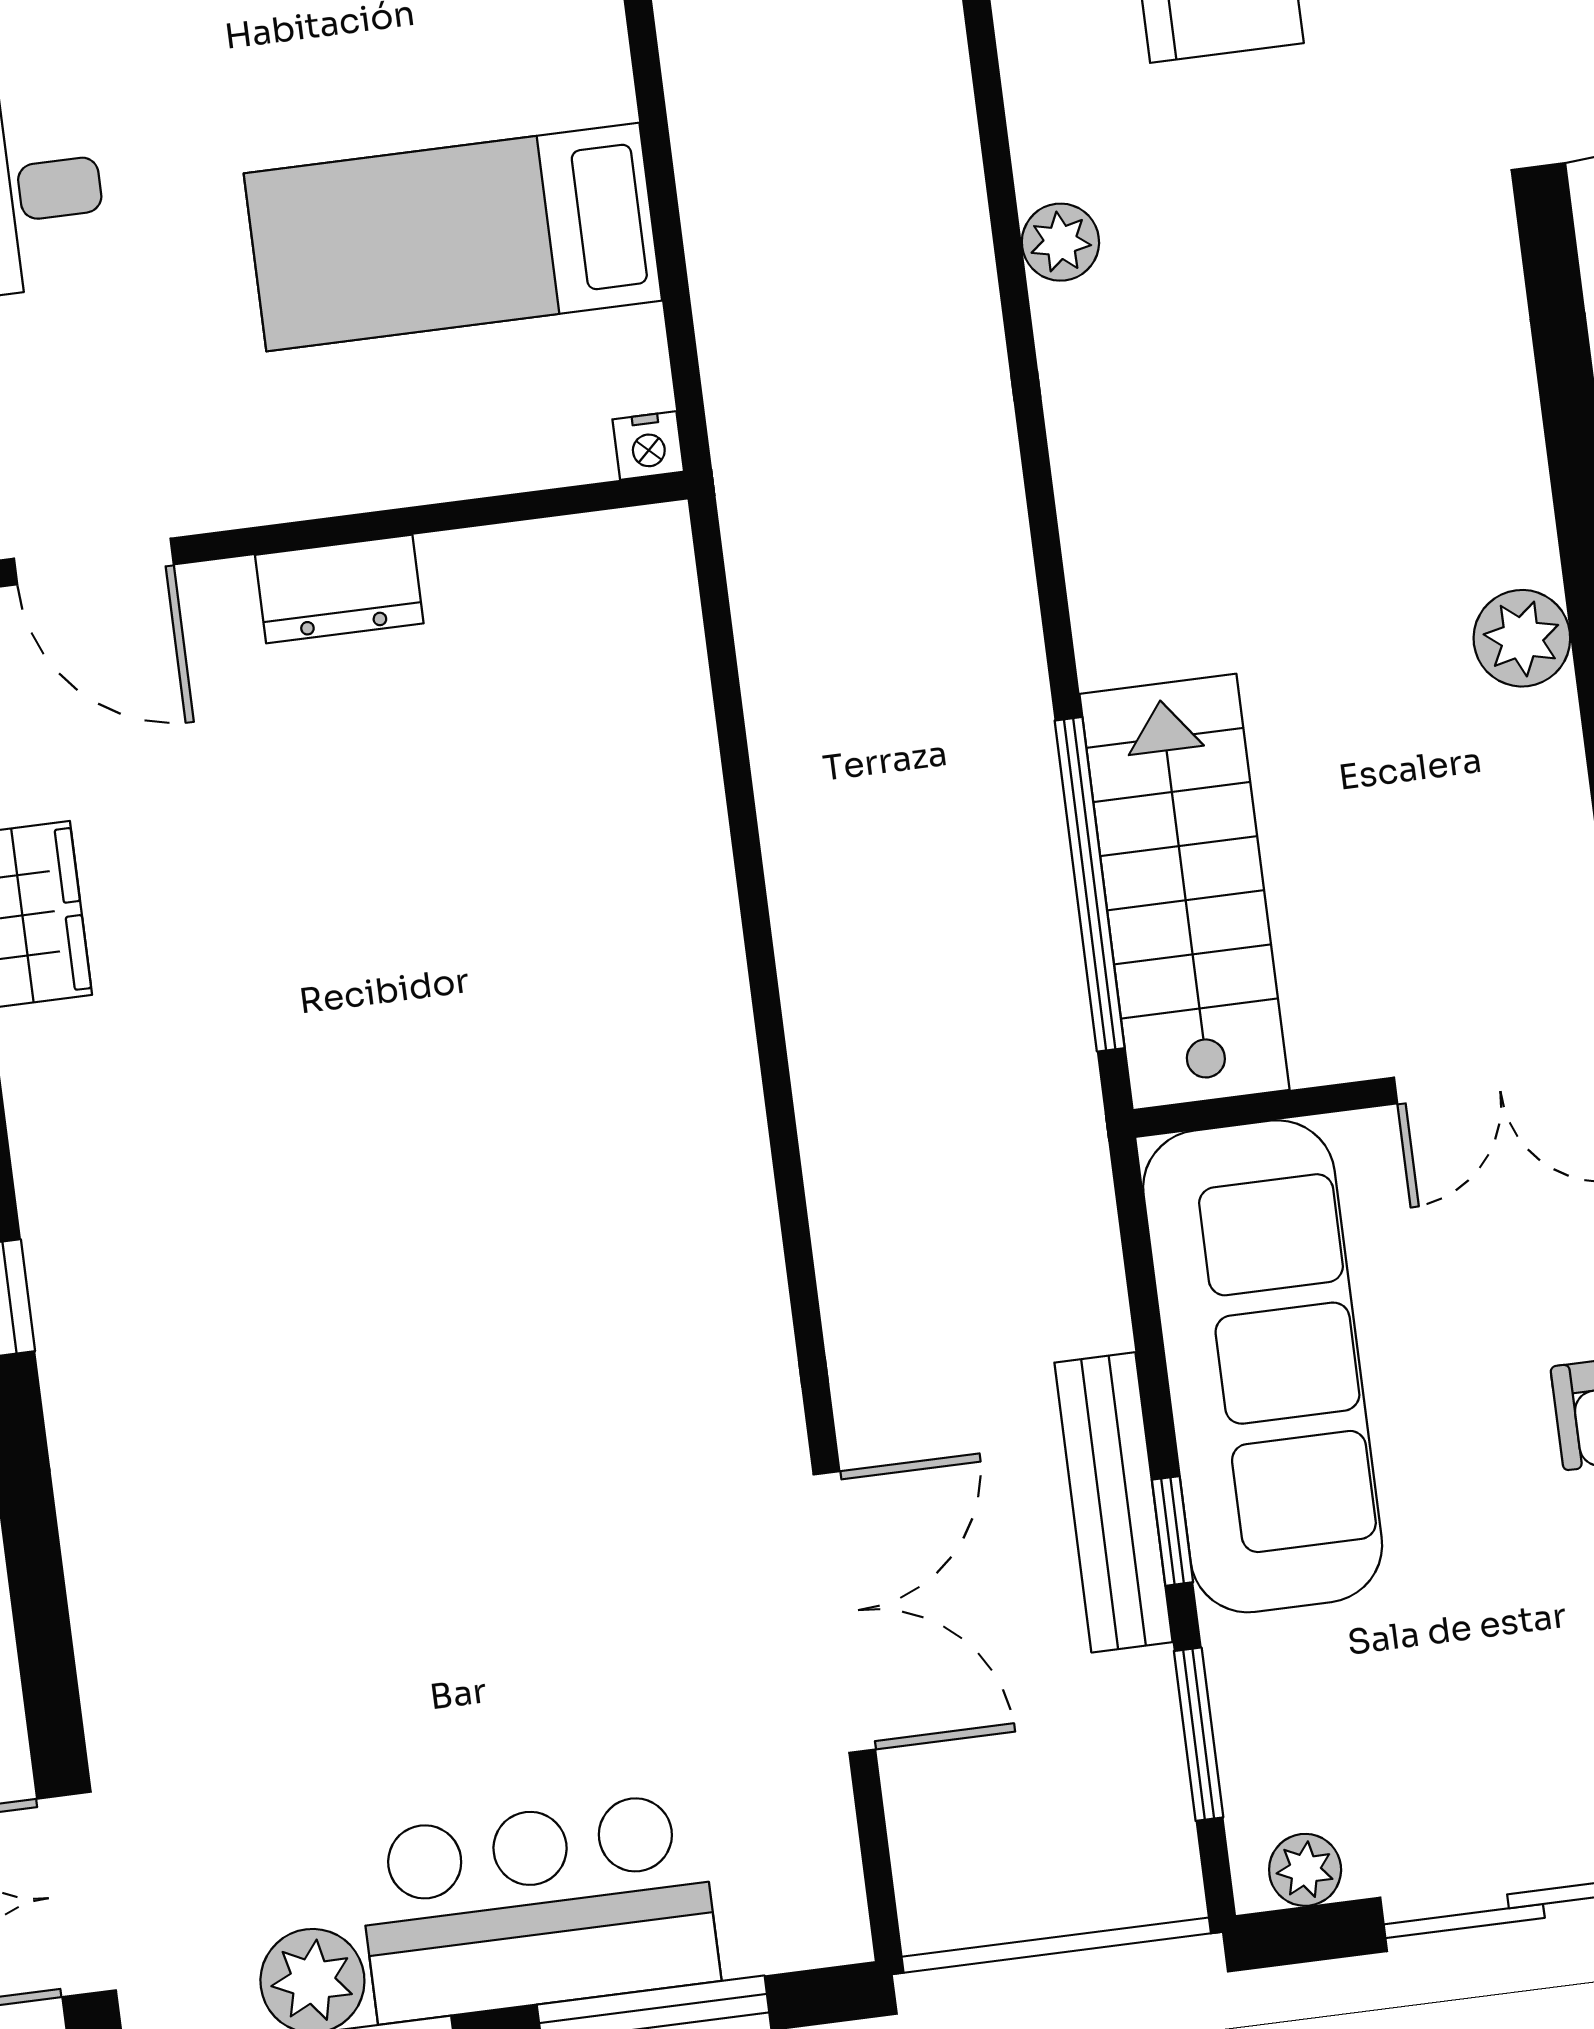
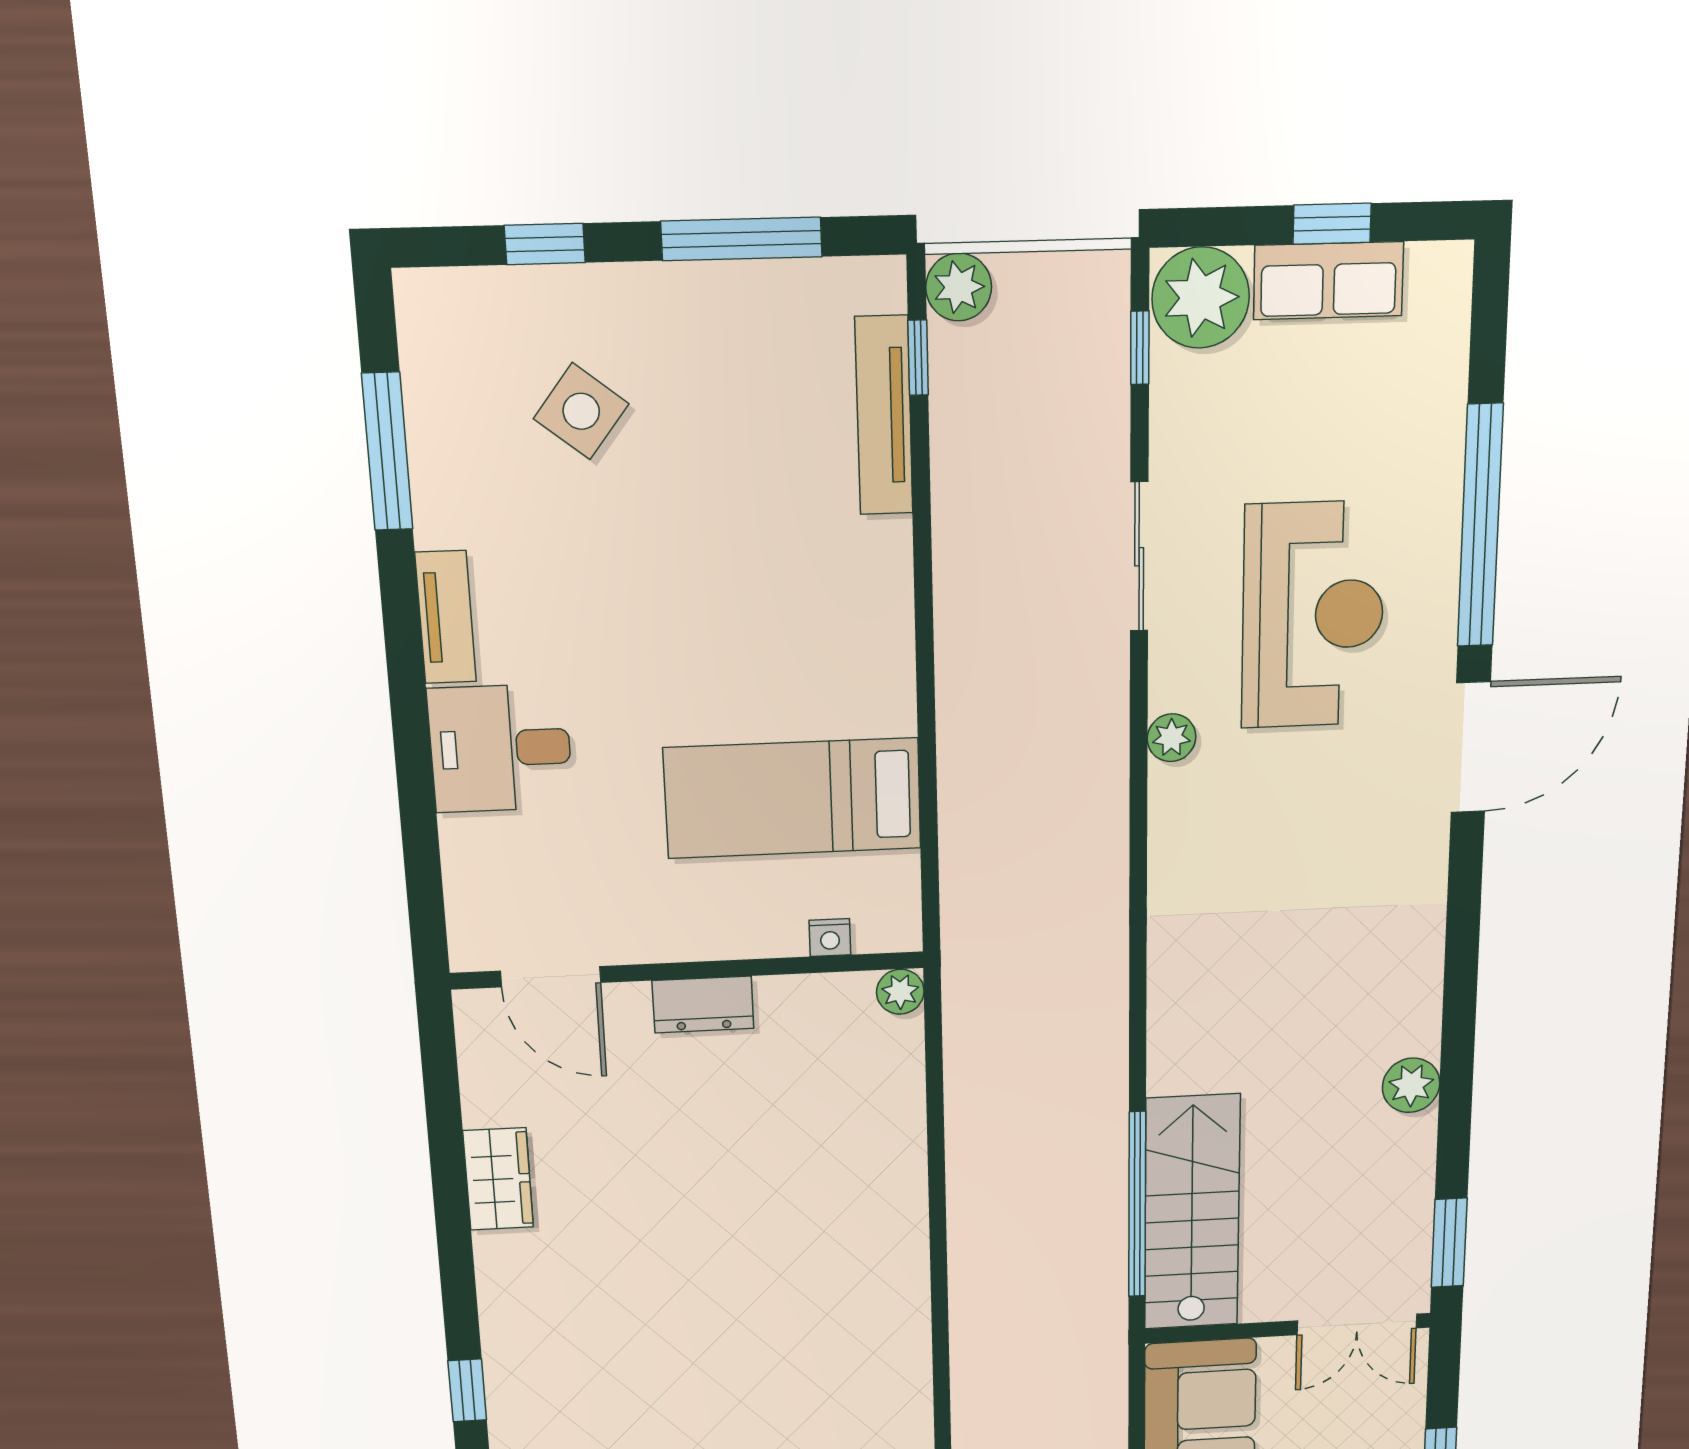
plant: (1060, 242) -> (1172, 738), moved
nightstand: (648, 446) -> (830, 938), moved
plant: (655, 542) -> (900, 992), added

